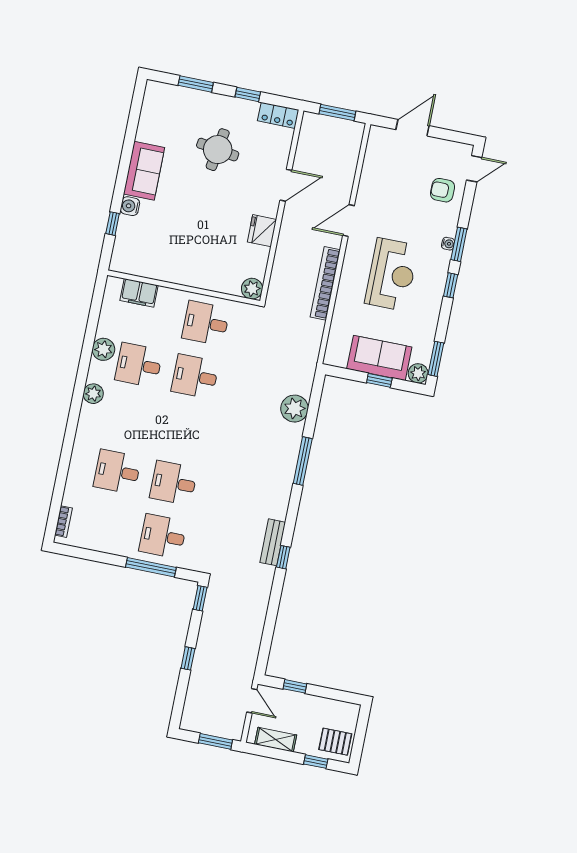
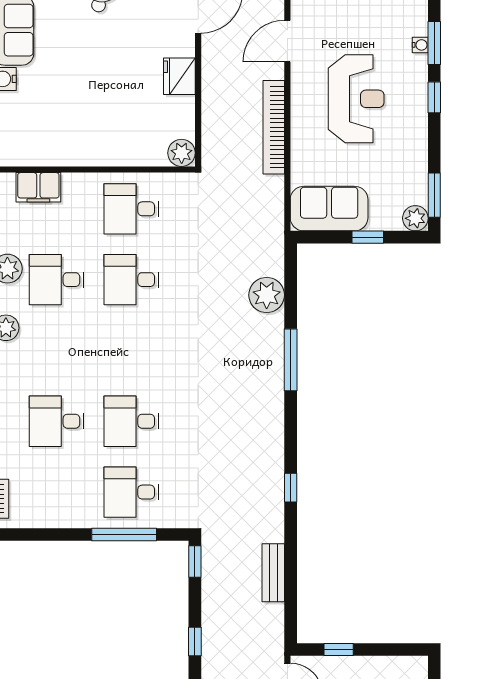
sofa: (379, 358) -> (329, 209), moved
bench: (273, 542) -> (273, 573), moved

